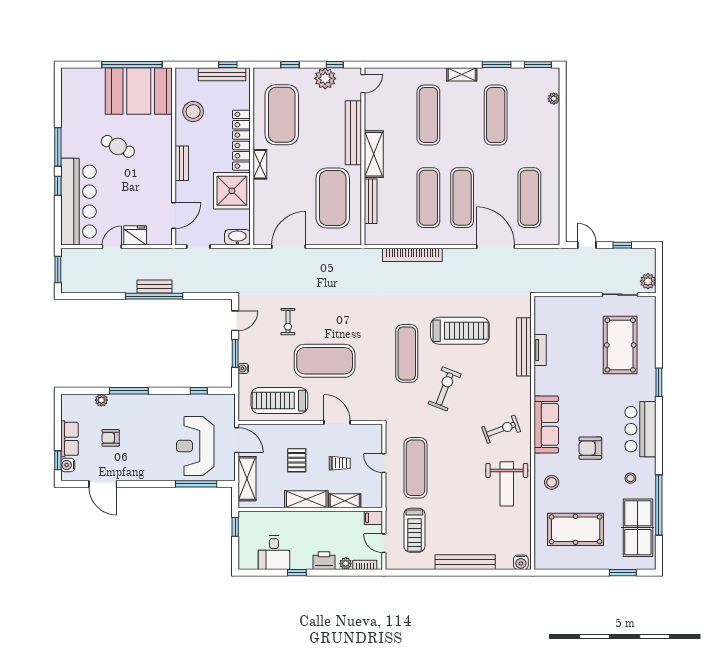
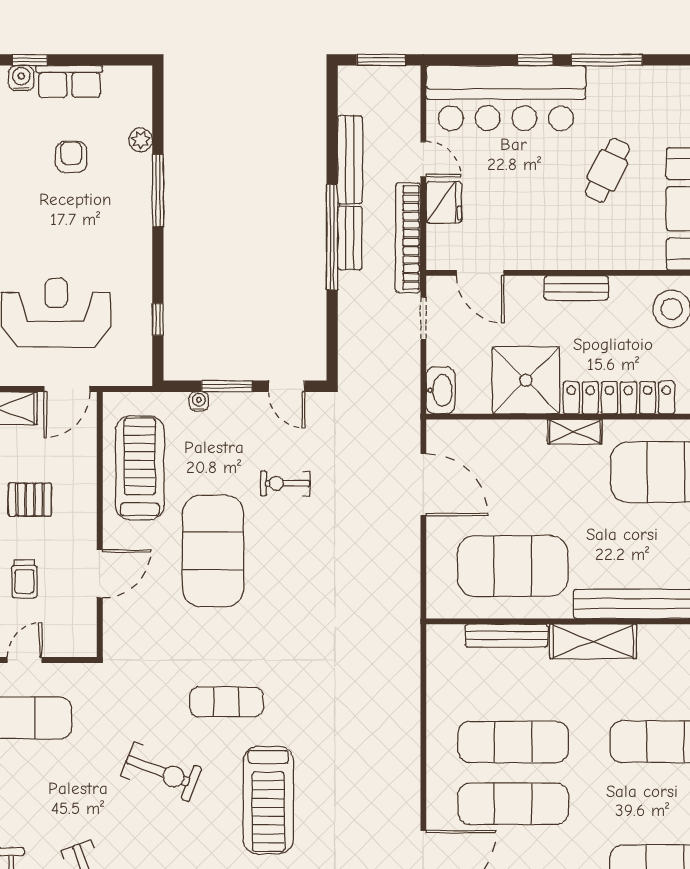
bookcase: (412, 255) -> (408, 238), moved
bench: (112, 286) -> (350, 160), added
exercise mat: (407, 353) -> (226, 702), width x0.73, depth x0.69

